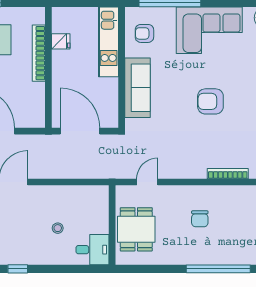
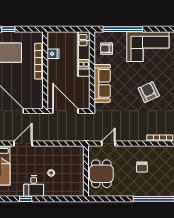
armchair: (210, 101) -> (149, 92), turned 65
desk: (92, 250) -> (34, 186), moved, turned 90

